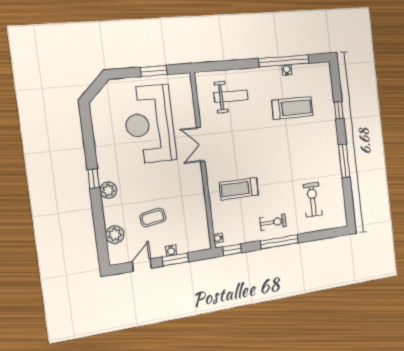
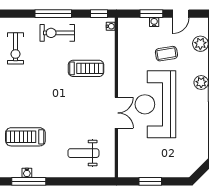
window: (284, 61) -> (29, 181), width x0.68
reception desk: (150, 124) -> (155, 104), moved, turned 180
exercise bike: (273, 222) -> (57, 33), width x1.38, depth x1.39

